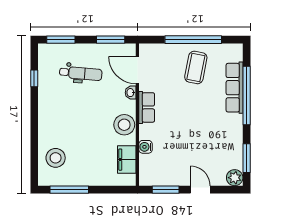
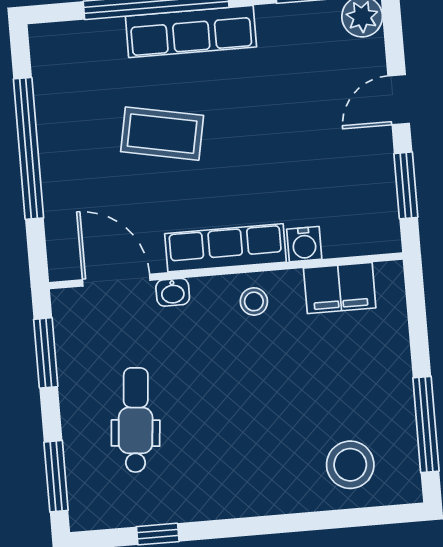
coffee table: (196, 67) -> (162, 134), moved
door: (137, 70) -> (116, 280), swing flipped
row of seats: (235, 88) -> (191, 32), moved
row of seats: (147, 107) -> (226, 248), width x1.48
stool: (124, 125) -> (254, 301), width x0.53, depth x0.53

